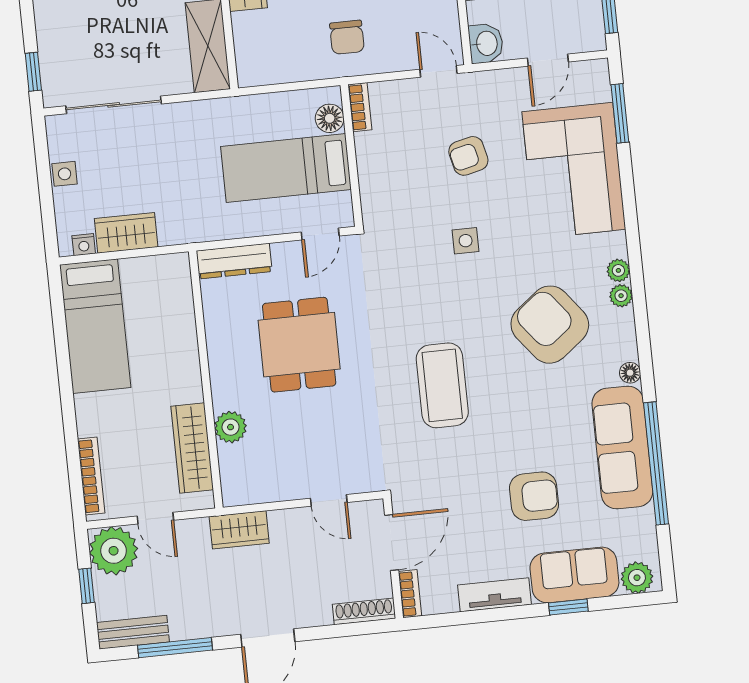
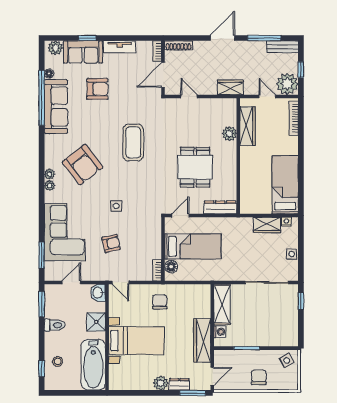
floor lamp: (630, 373) -> (49, 74), moved
armchair: (534, 496) -> (97, 89), turned 180

